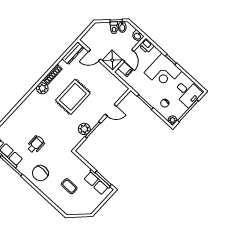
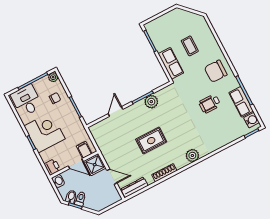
door: (128, 55) -> (76, 164), swing flipped
plant: (42, 88) -> (192, 155), moved
rug: (73, 97) -> (151, 141), width x0.73, depth x0.70
door: (111, 110) -> (116, 112), hinge flipped
chair: (40, 173) -> (216, 71), turned 180
row of seats: (97, 182) -> (171, 63), moved

